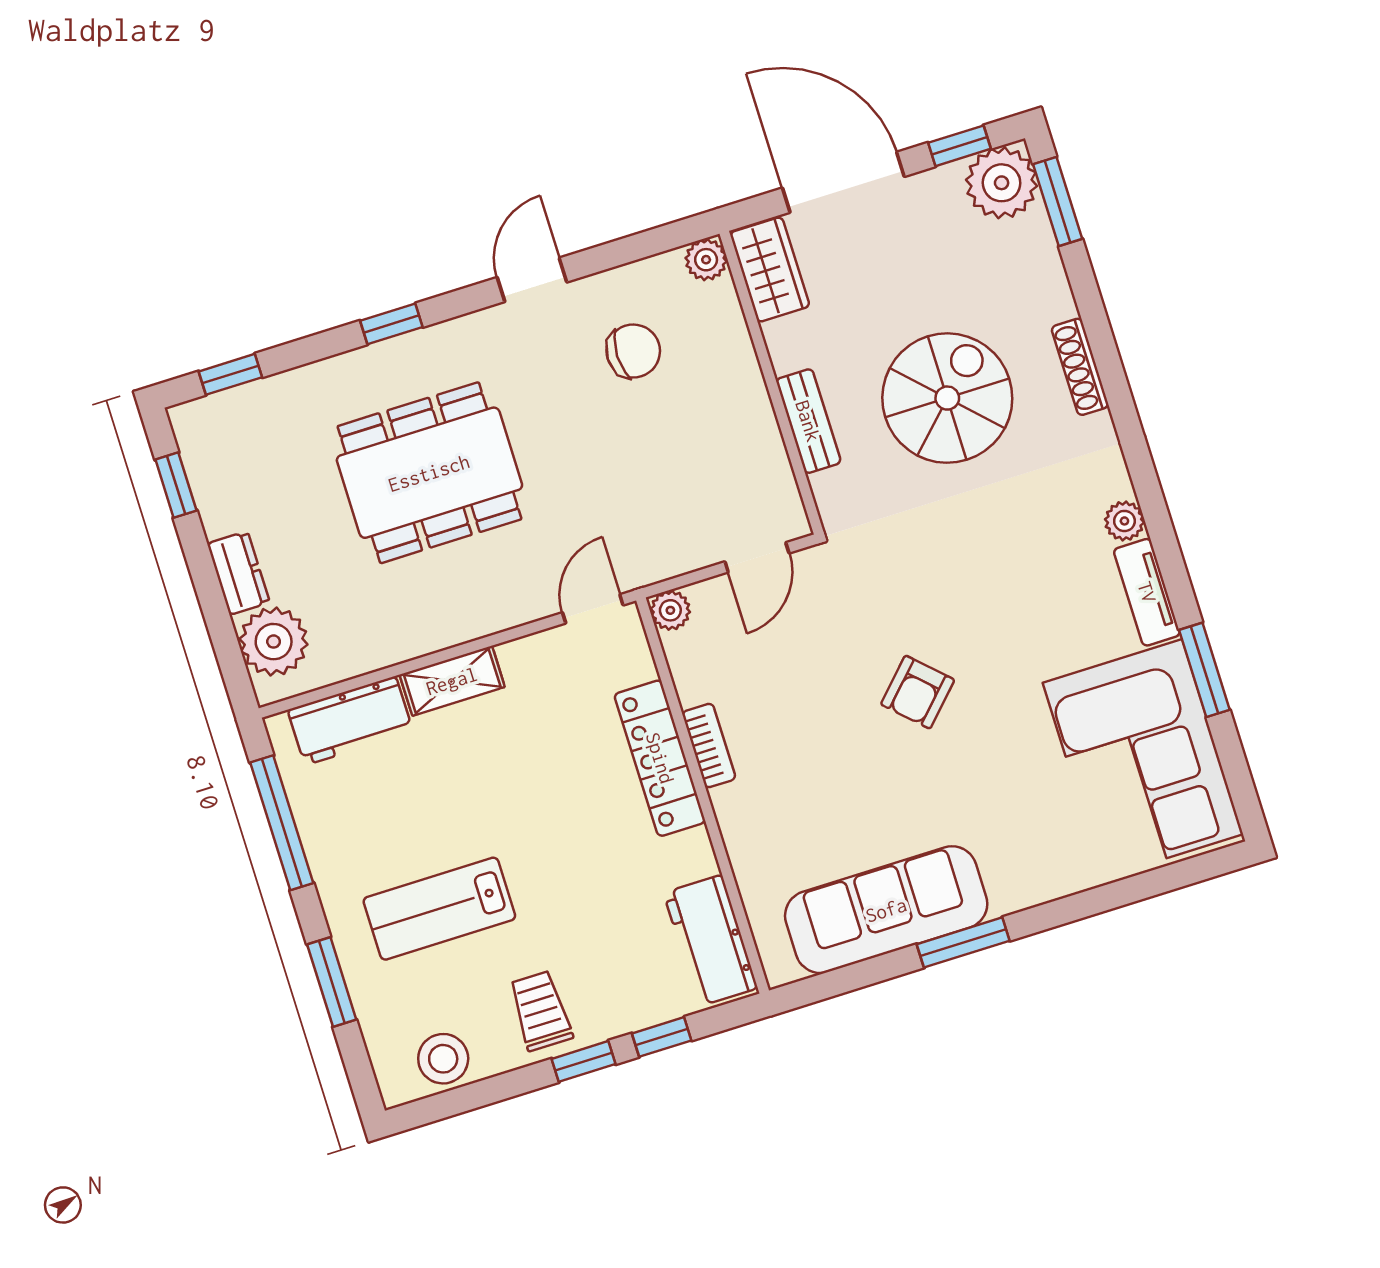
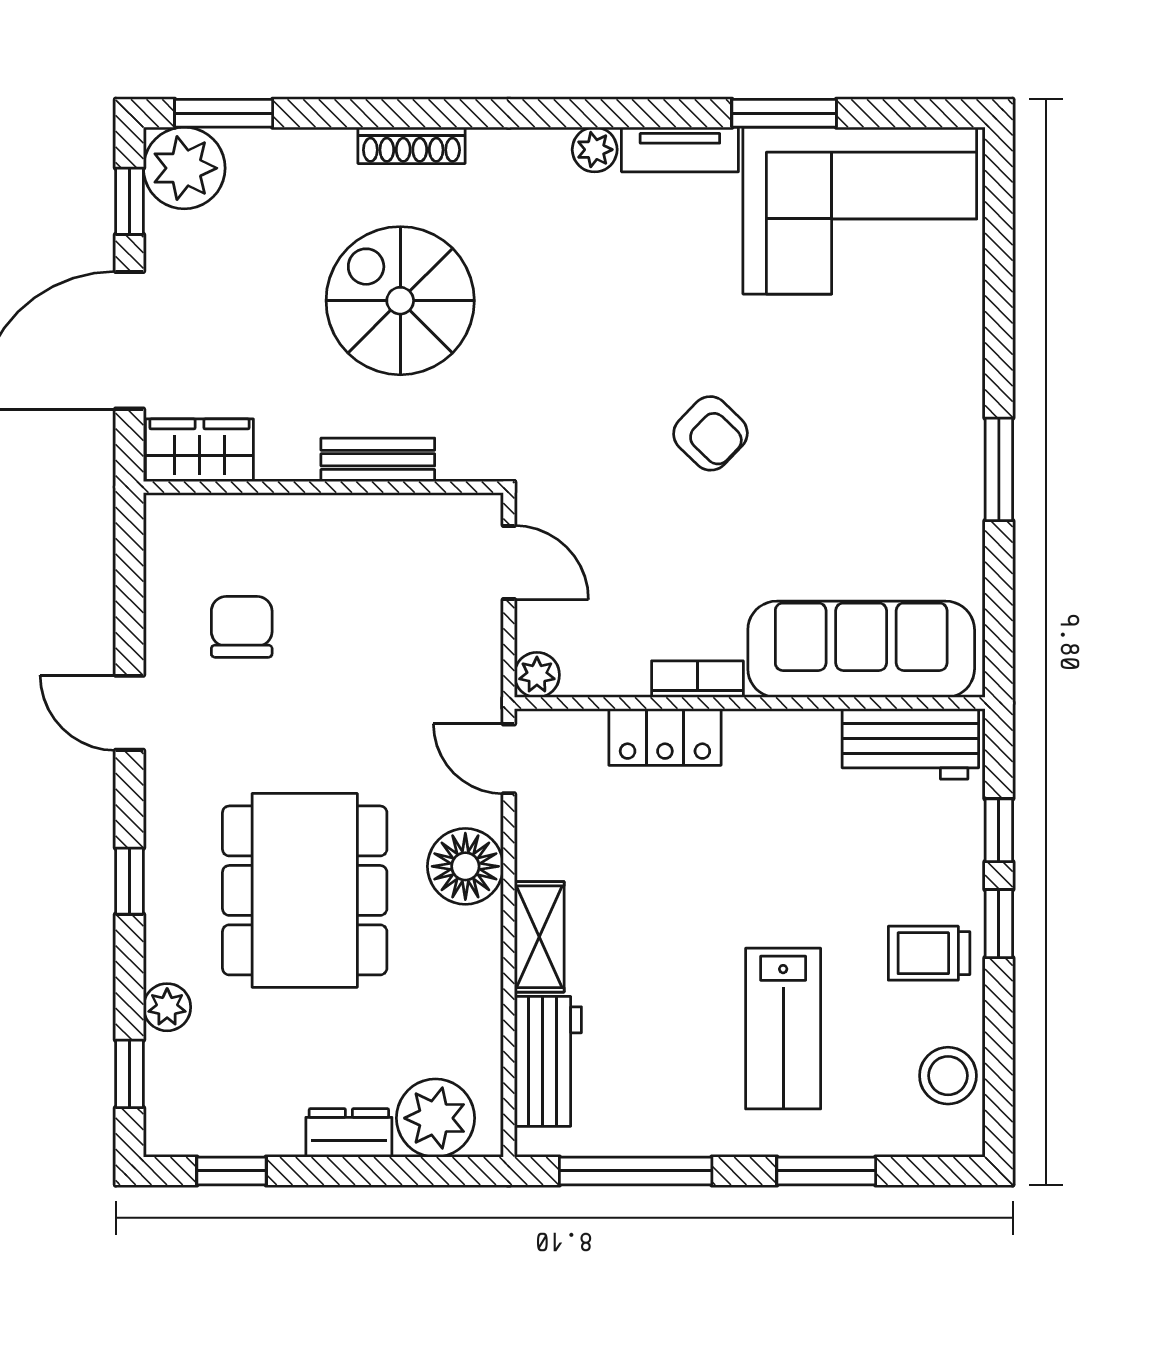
plant: (706, 260) -> (167, 1007), moved
floor lamp: (492, 601) -> (465, 866), added
locker: (660, 758) -> (665, 737), width x0.66
sofa: (886, 910) -> (861, 649), moved, turned 90

